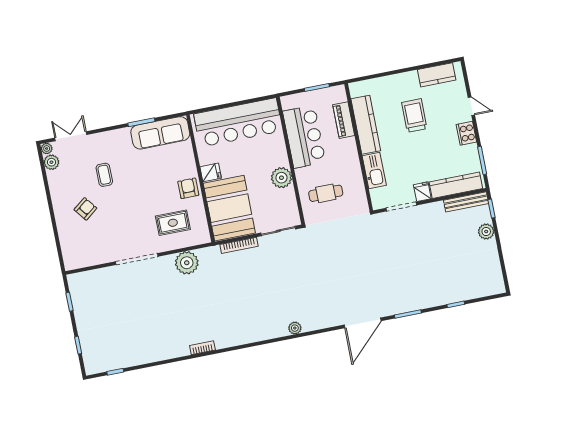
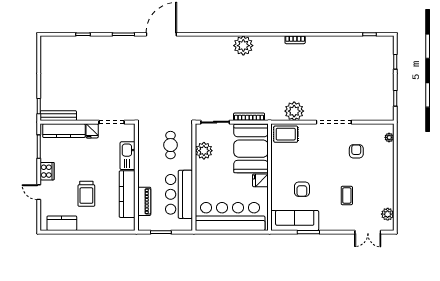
plant: (47, 149) -> (389, 137), moved
plant: (281, 178) -> (204, 151), moved
armchair: (188, 188) -> (302, 189), moved
cafe table: (326, 193) -> (171, 145), turned 90
armchair: (85, 209) -> (356, 151), moved, turned 128
rug: (173, 223) -> (286, 134), moved
plant: (486, 232) -> (47, 88), removed
plant: (295, 328) -> (243, 46), moved, width x1.88, depth x1.88

